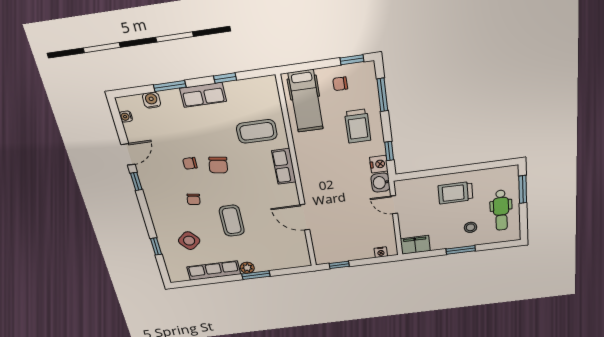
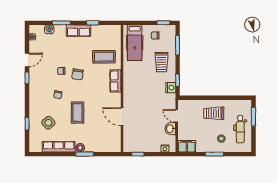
washbasin: (380, 183) -> (170, 129), moved

